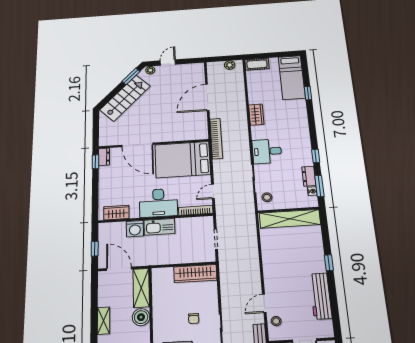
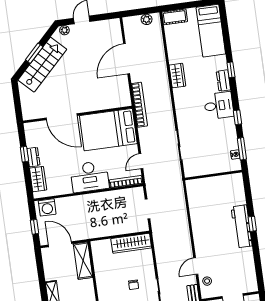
window: (131, 76) -> (34, 53), moved
window: (308, 93) -> (231, 70), moved
desk: (267, 151) -> (219, 106), moved, turned 180
dresser: (104, 157) -> (33, 157), moved
window: (96, 162) -> (24, 154), moved
dresser: (309, 176) -> (223, 81), moved
stool: (267, 197) -> (193, 164), removed
wardrobe: (116, 213) -> (38, 179), moved, turned 90
shelving: (290, 219) -> (215, 184), removed
kitchen sink: (159, 227) -> (93, 201), removed
washing machine: (135, 229) -> (47, 207), moved
workbench: (321, 296) -> (242, 226), moved
boiler: (141, 317) -> (86, 287), removed

